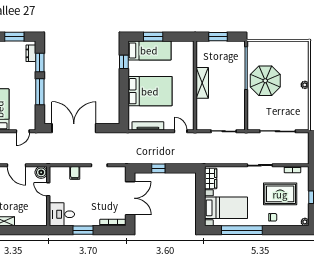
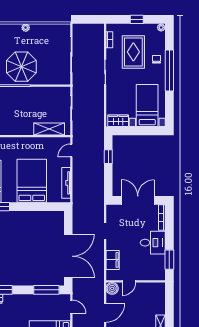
shelving: (202, 83) -> (49, 129), moved
window: (40, 92) -> (46, 290), moved
double door: (74, 128) -> (68, 256), swing flipped
window: (158, 168) -> (108, 157), moved
filing cabinet: (75, 173) -> (113, 260), width x2.00
desk: (62, 214) -> (153, 243), moved, turned -90
window: (83, 230) -> (169, 260), moved
window: (242, 230) -> (169, 70), moved

